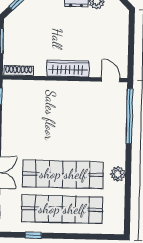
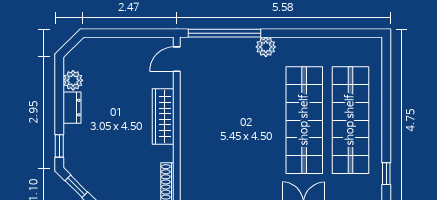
plant: (118, 174) -> (266, 47), moved
window: (33, 235) -> (386, 174), moved

